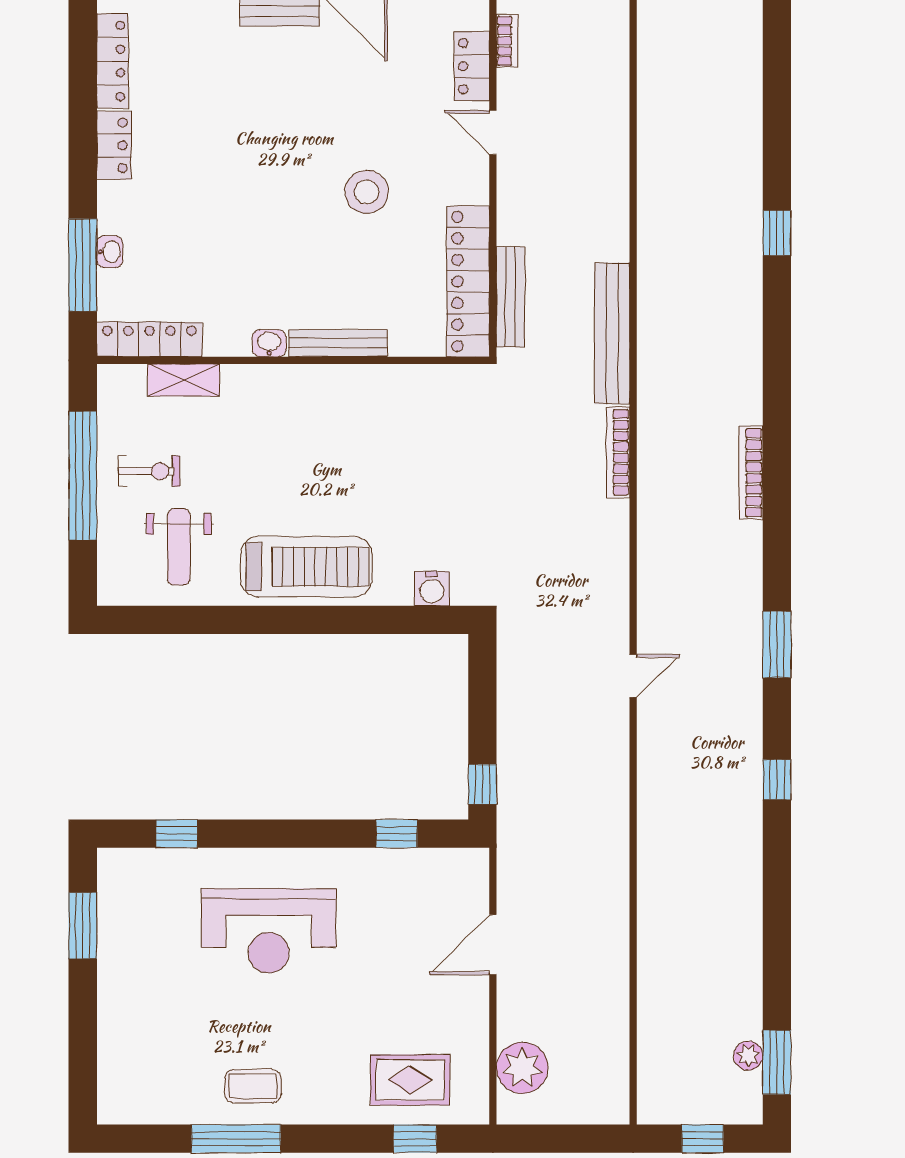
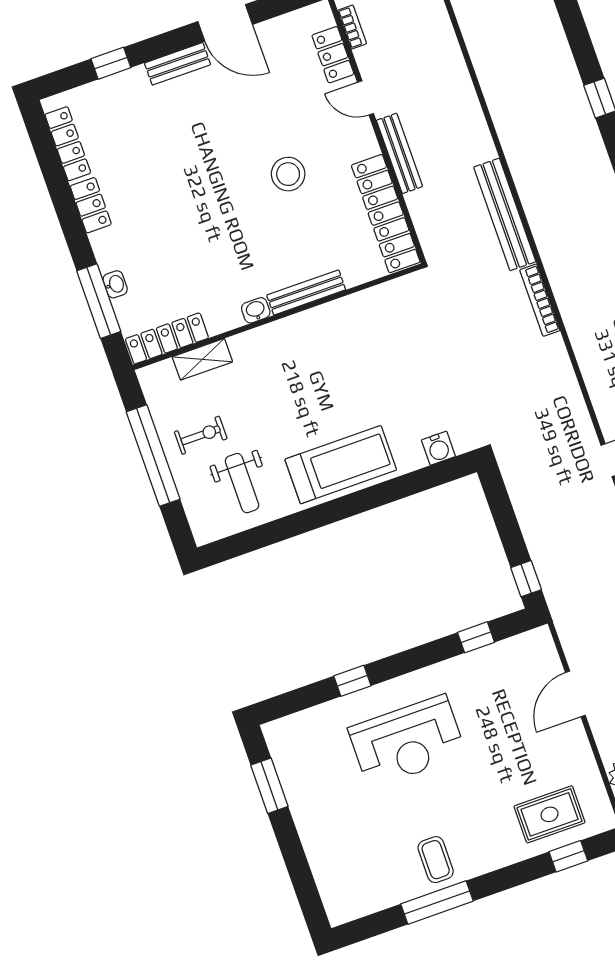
bench: (510, 297) -> (399, 153), moved
window: (177, 834) -> (352, 681), moved
coffee table: (253, 1086) -> (436, 860), turned 90

